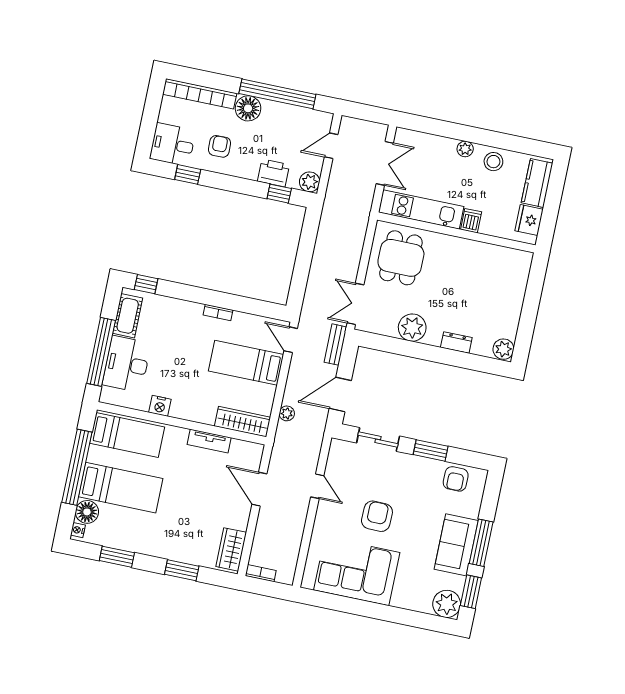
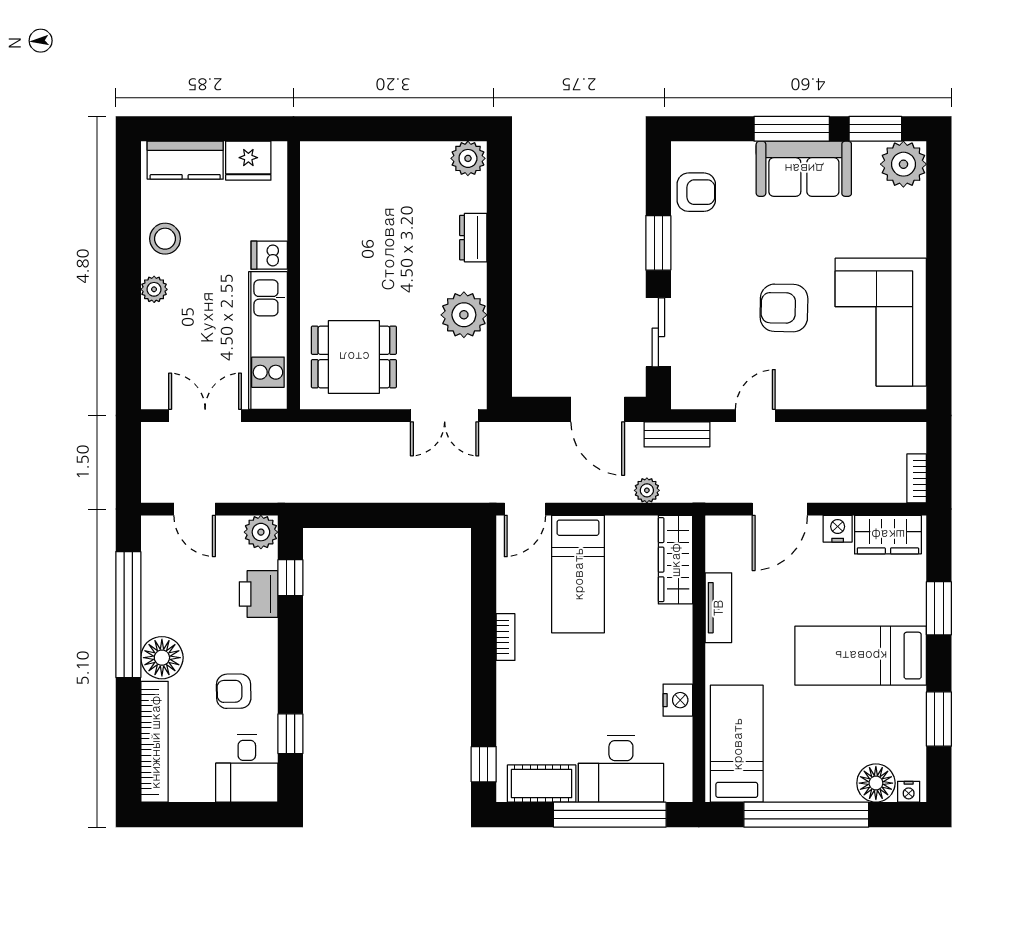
bench: (335, 345) -> (677, 434), moved
bed: (121, 488) -> (861, 656), moved, turned -90
nightstand: (241, 521) -> (838, 529), added

